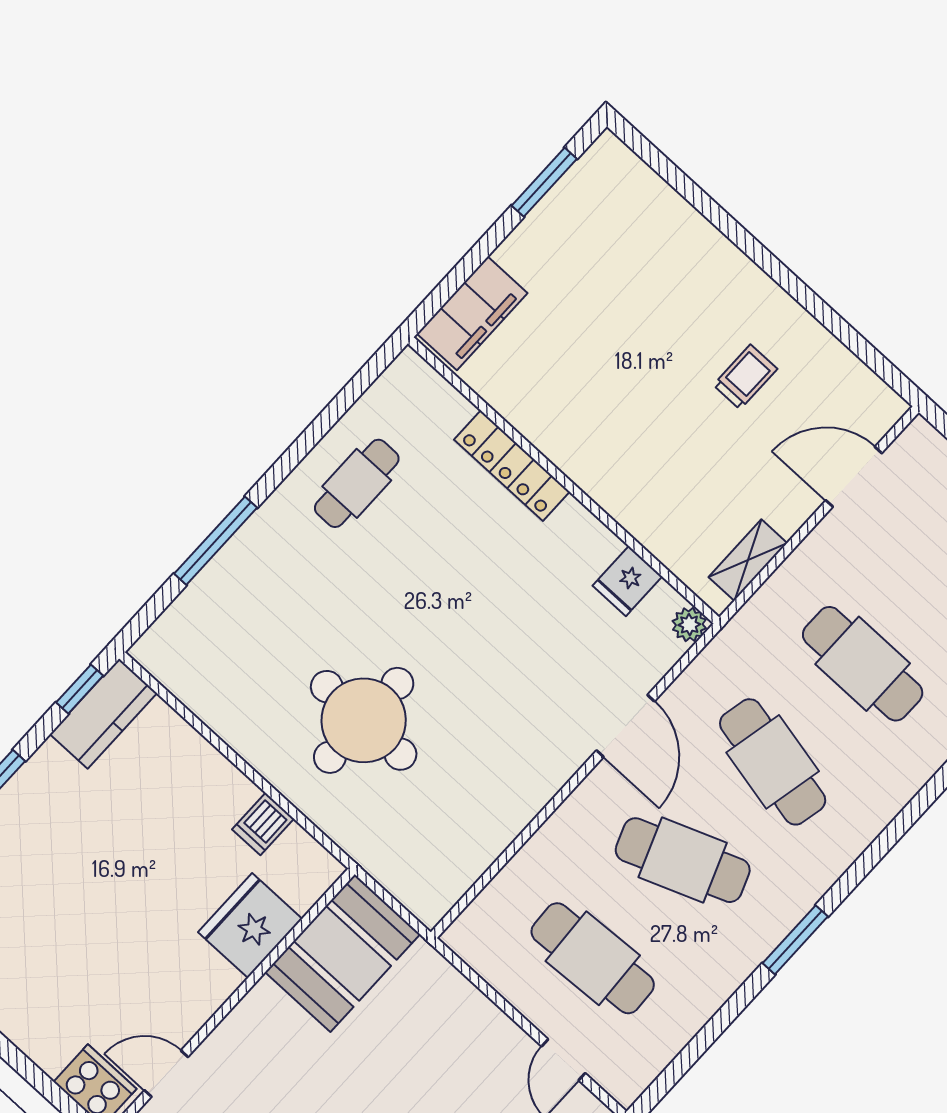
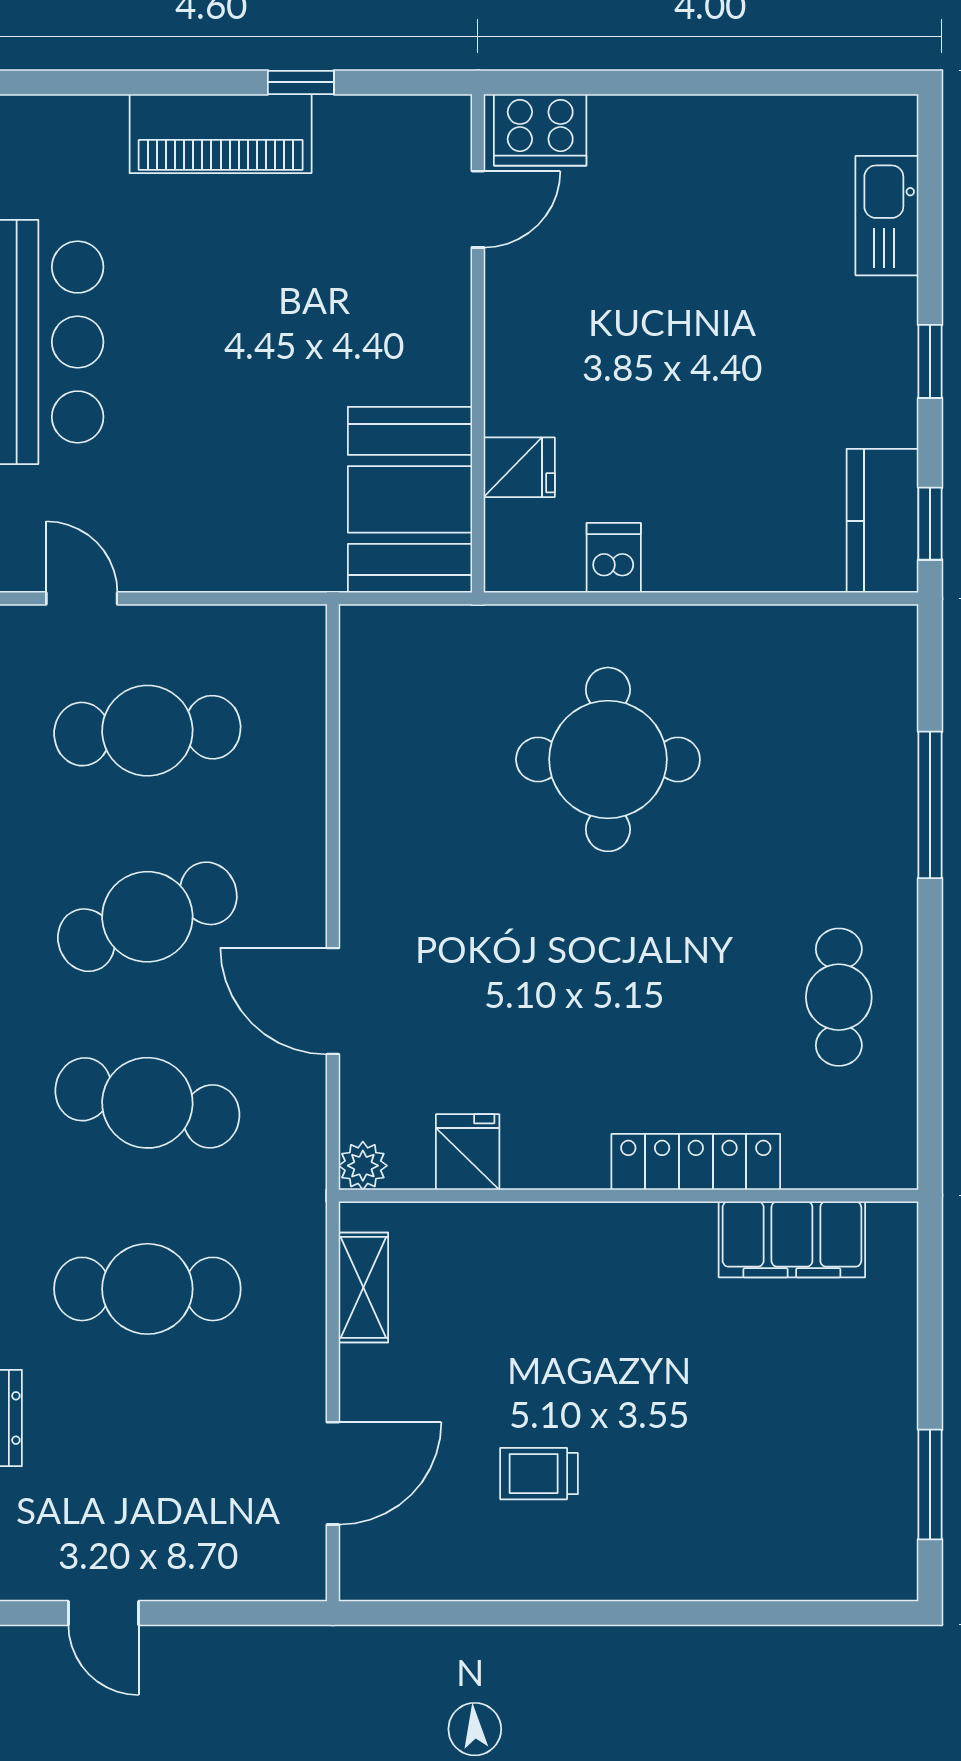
filing cabinet: (472, 313) -> (792, 1239), moved, turned -90
trolley: (745, 377) -> (539, 1474), turned 90
fridge: (250, 926) -> (519, 467), width x0.53, depth x0.75

